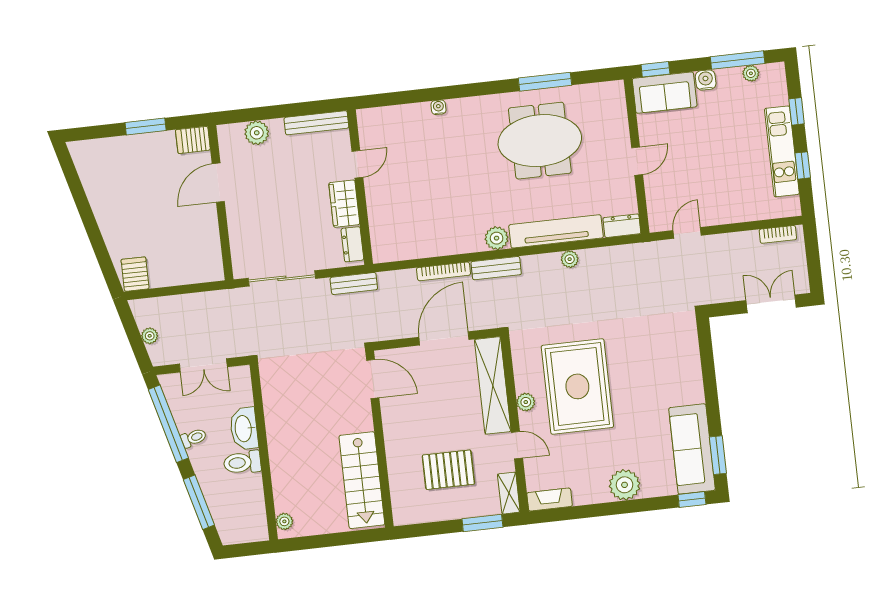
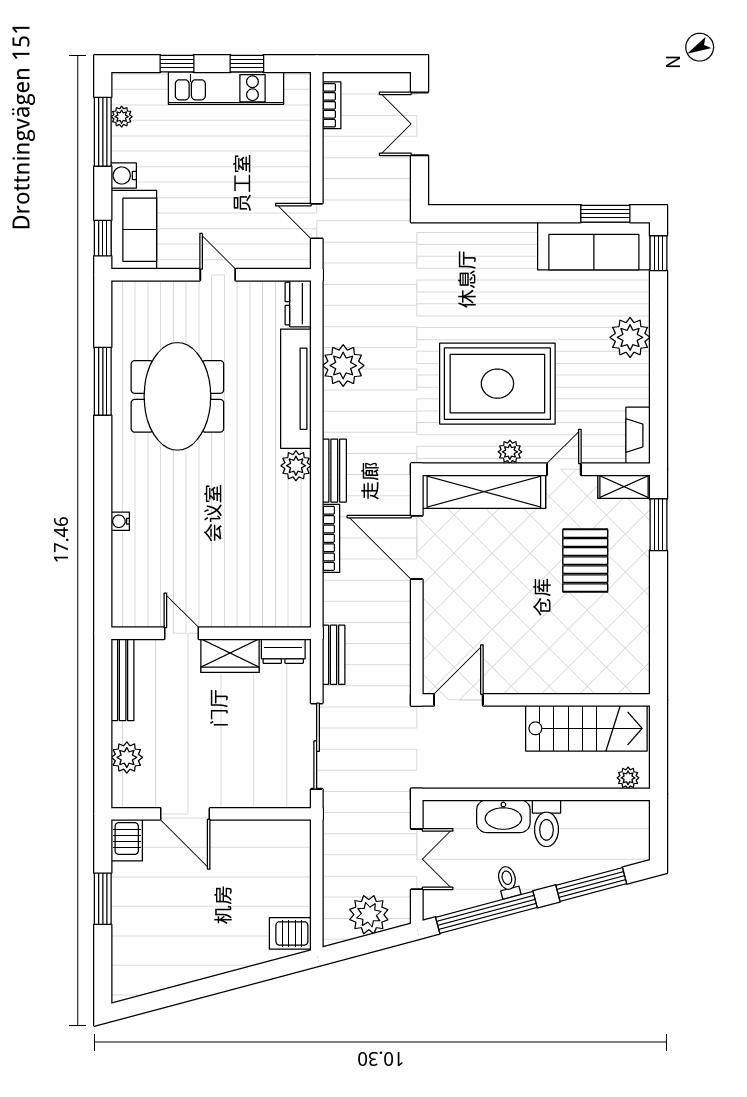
plant: (570, 259) -> (343, 366), width x1.87, depth x1.87
plant: (150, 336) -> (369, 915), width x1.88, depth x1.88
door: (373, 379) -> (458, 700), moved
wall: (379, 439) -> (536, 700), moved
stairs: (362, 480) -> (586, 728), moved

